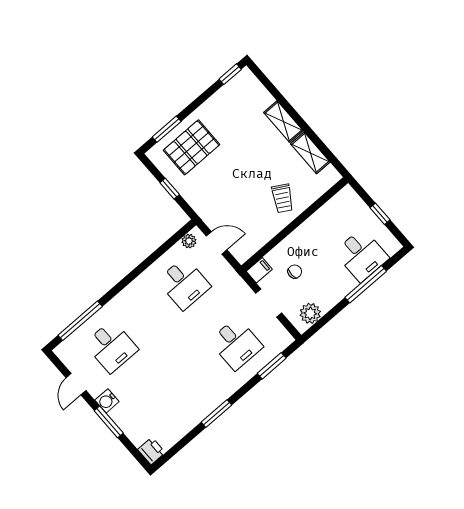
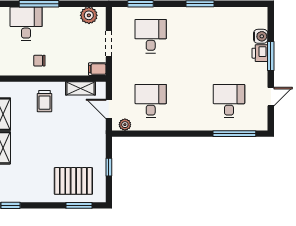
trolley: (282, 198) -> (44, 101), turned 150
shelving: (259, 239) -> (81, 88), added
chair: (295, 272) -> (39, 61), moved
water cooler: (107, 401) -> (261, 36), moved
printer: (151, 451) -> (260, 53), moved

